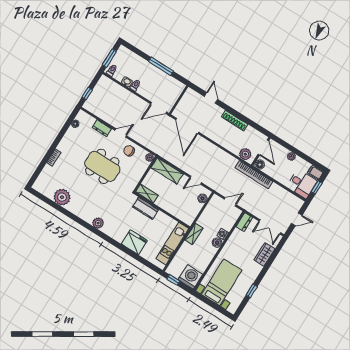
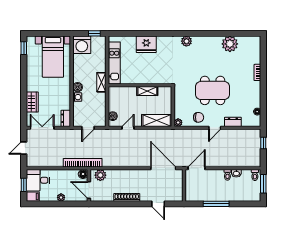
shelving: (147, 194) -> (147, 91), moved
kitchen counter: (146, 208) -> (155, 78), removed
window: (252, 291) -> (24, 48), moved

